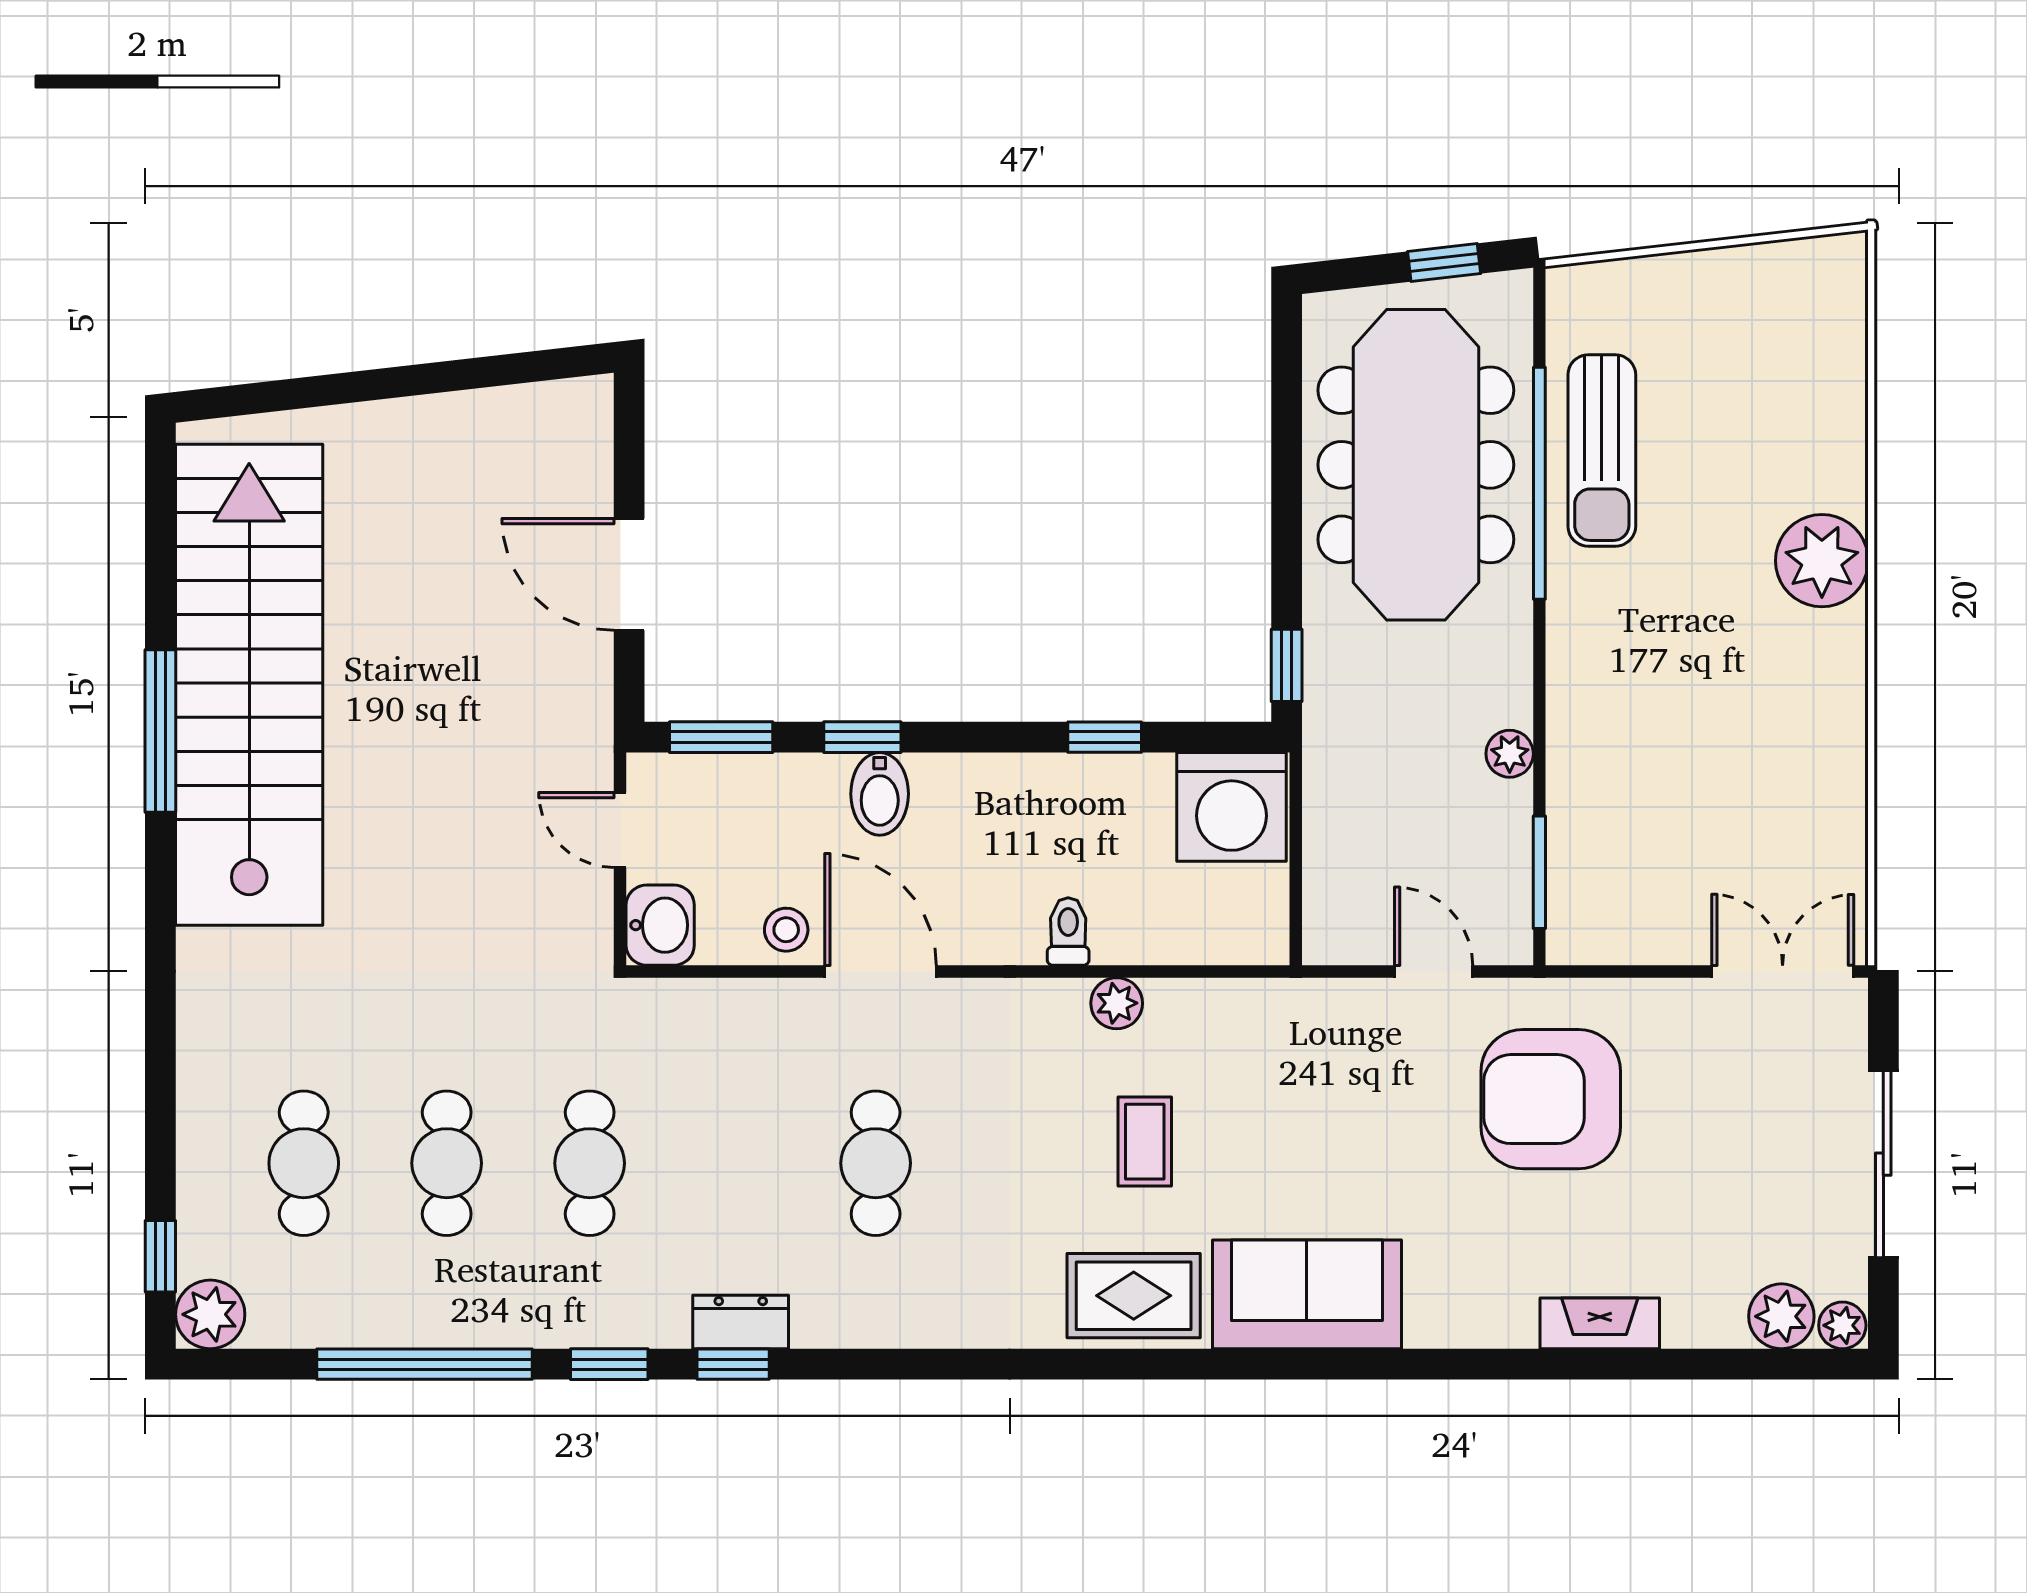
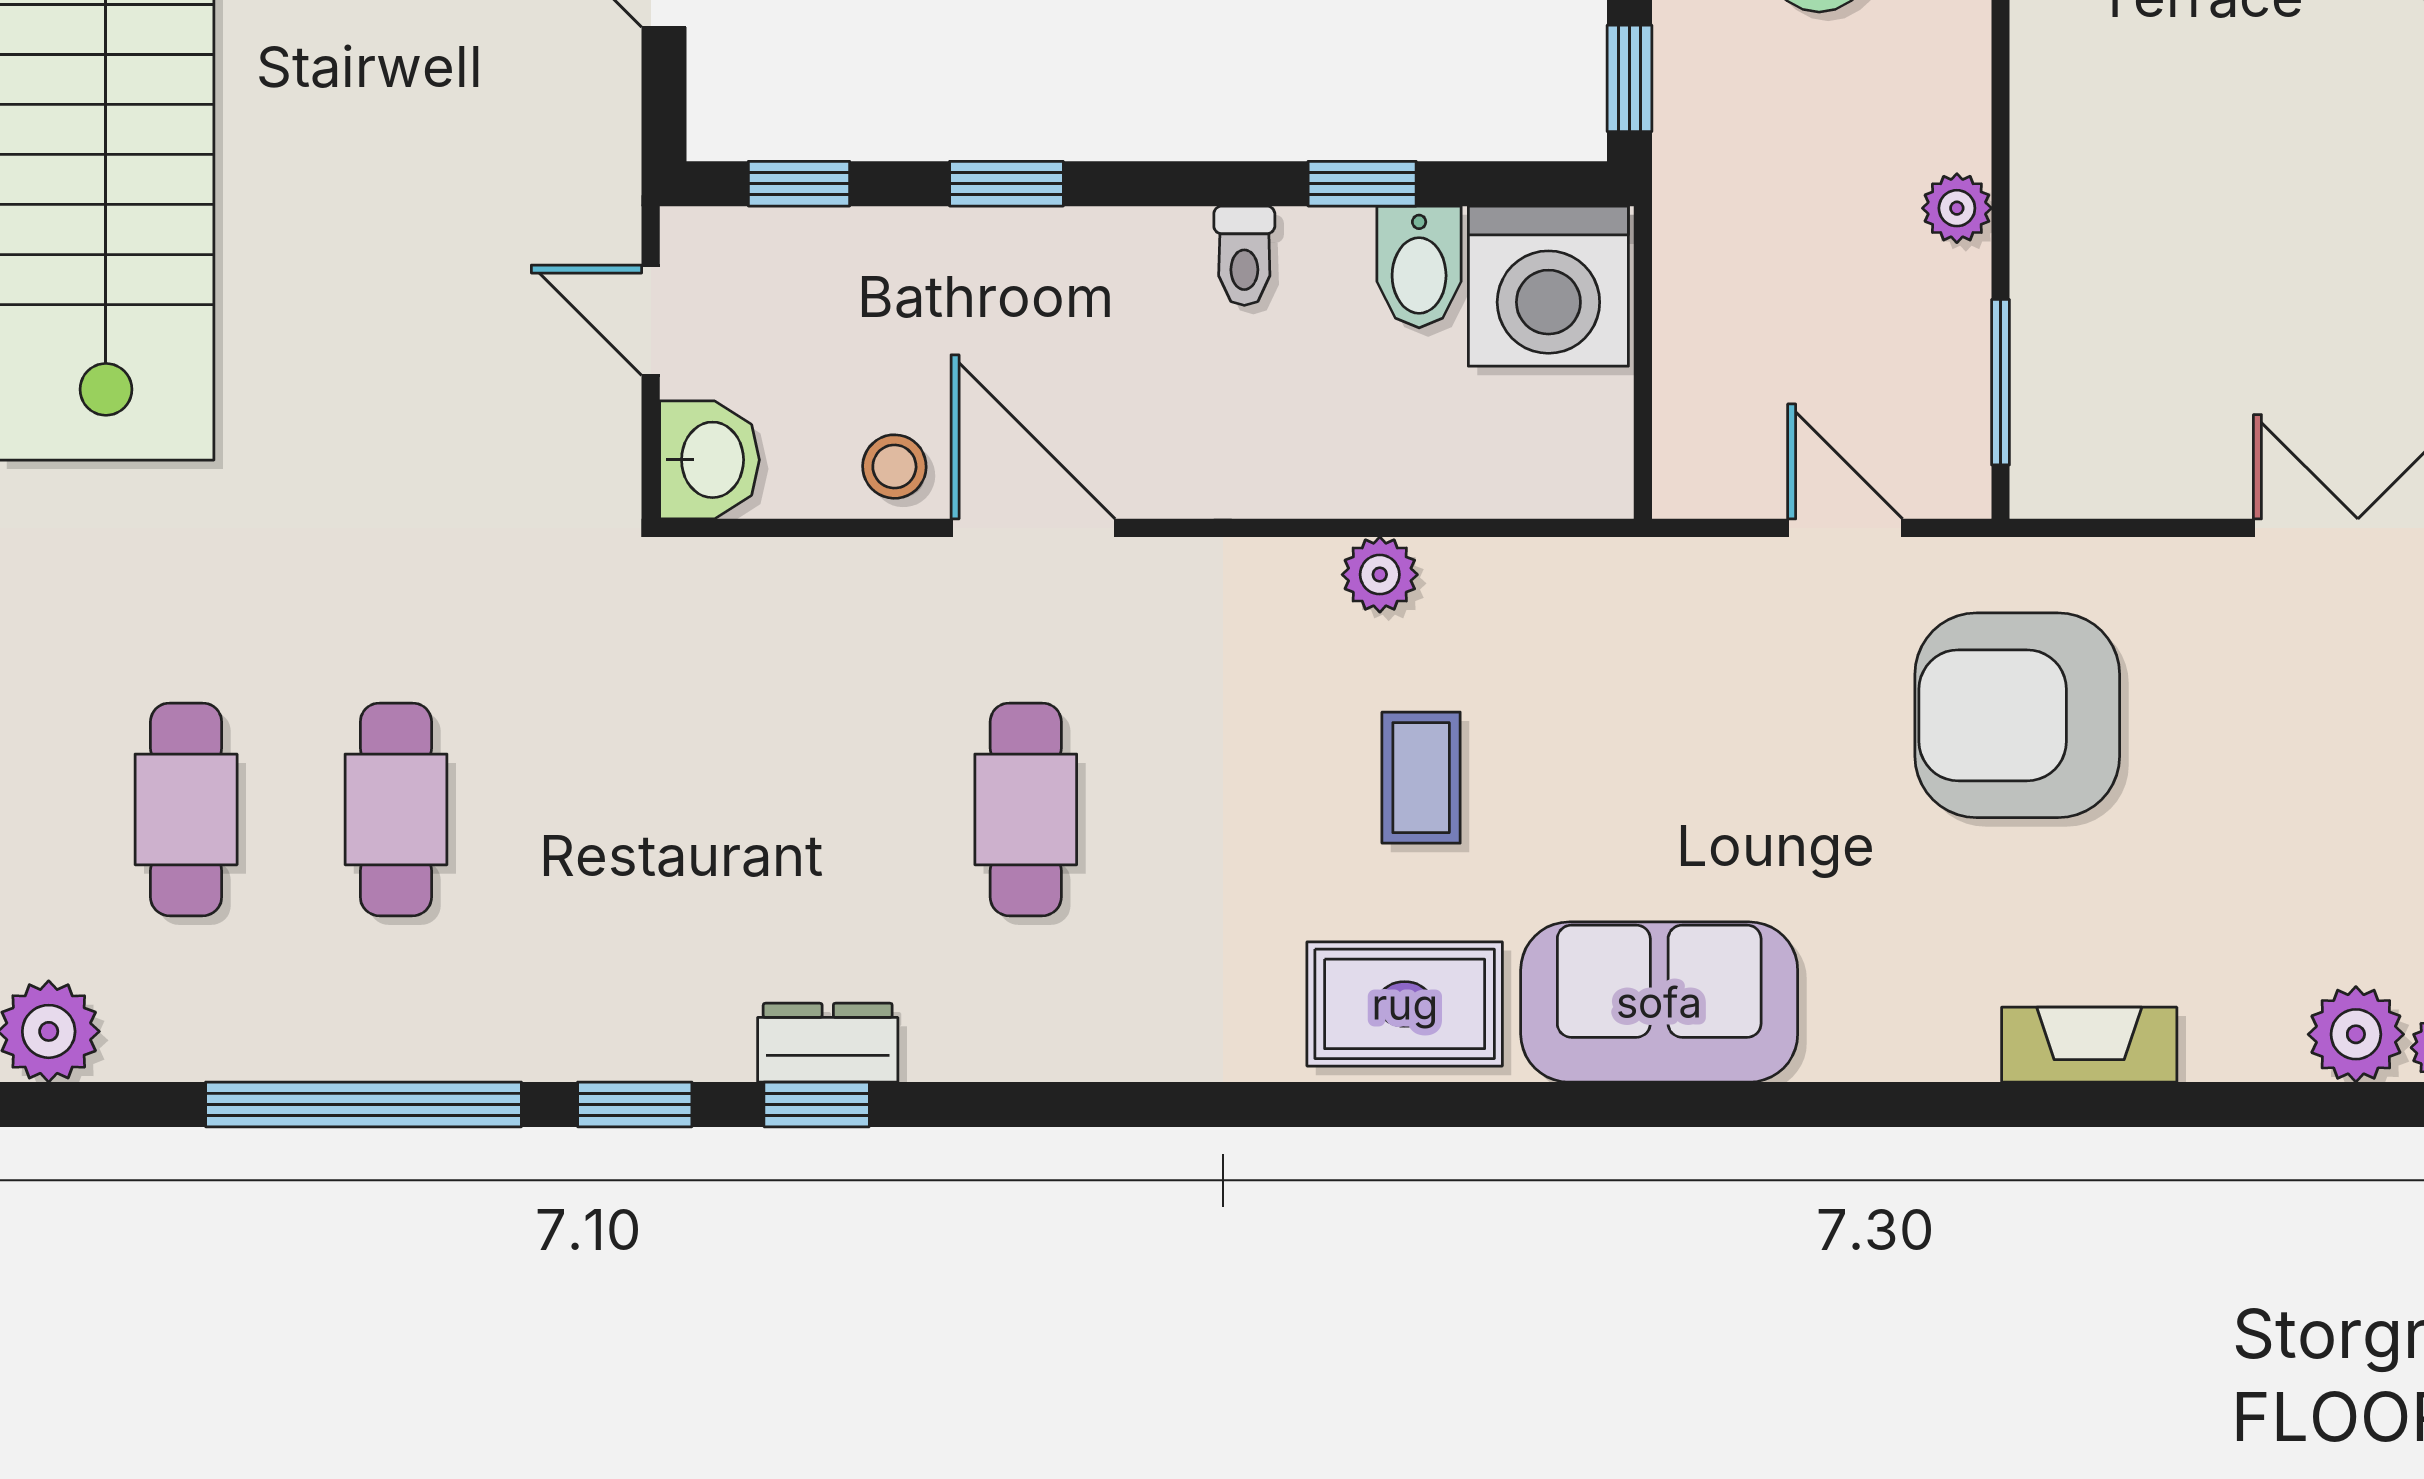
window: (721, 737) -> (799, 184), width x0.67
bidet: (880, 794) -> (1419, 267), moved
toilet: (1068, 931) -> (1244, 256), moved, turned 180
cafe table: (590, 1163) -> (606, 809), removed

